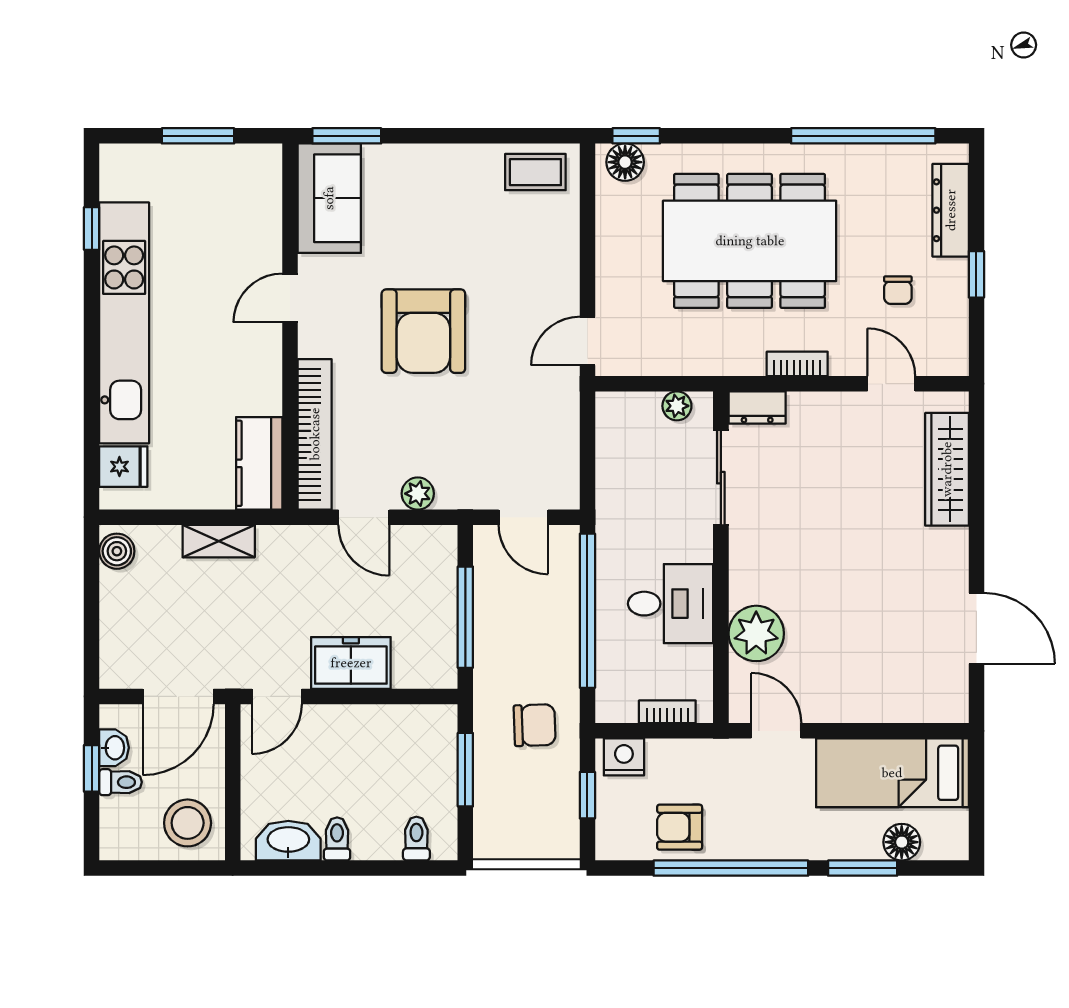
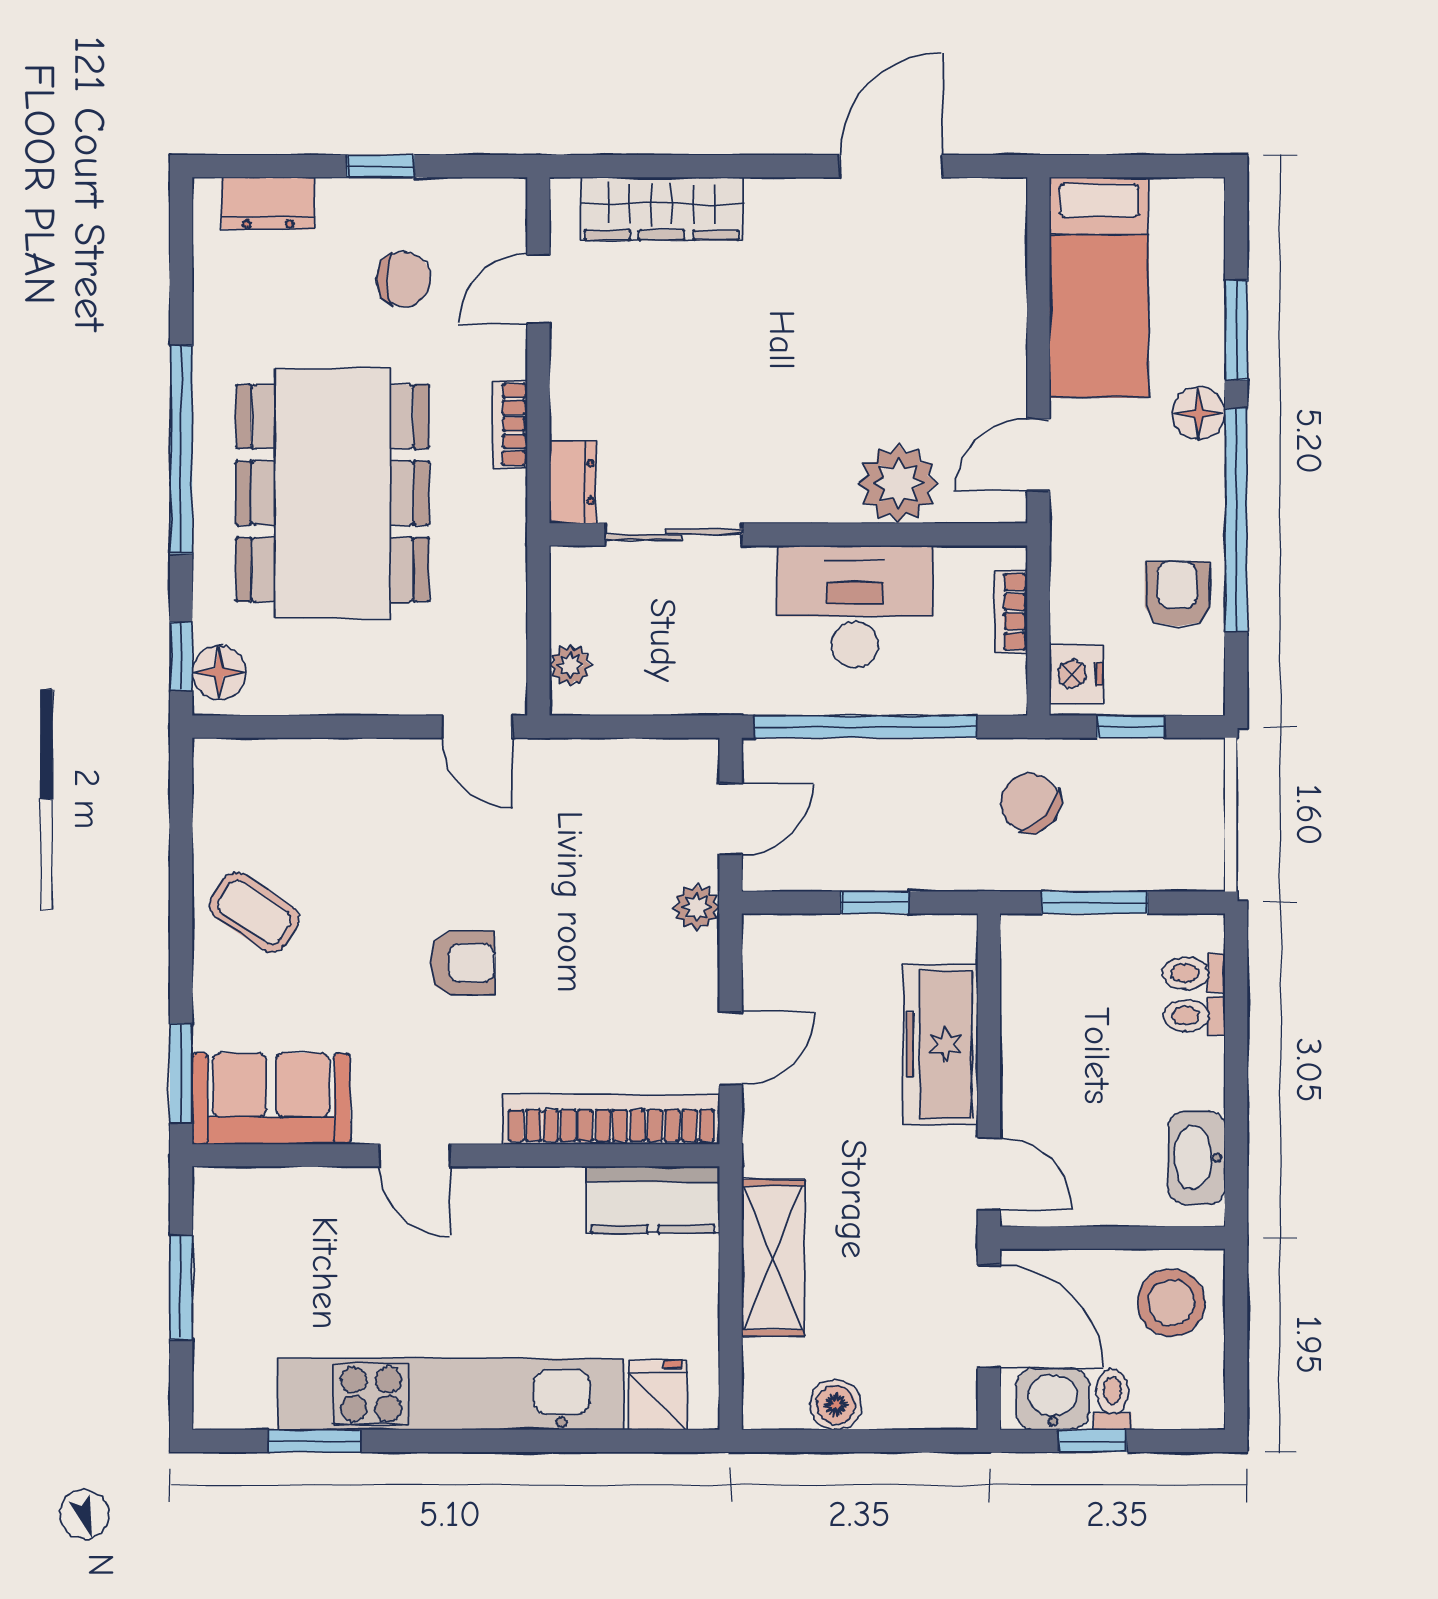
window: (863, 136) -> (181, 450), moved
coffee table: (535, 172) -> (254, 912), moved, turned -56
dresser: (951, 210) -> (268, 203), width x0.70
window: (92, 229) -> (315, 1441), width x1.50
chair: (898, 290) -> (404, 279), width x1.37, depth x1.37
armchair: (423, 331) -> (463, 963), width x0.53, depth x0.53
plant: (677, 406) -> (570, 665), moved
plant: (418, 494) -> (697, 907), moved
shelving: (219, 541) -> (773, 1258), width x1.50, depth x1.33
boiler: (117, 551) -> (836, 1405), moved
desk: (671, 604) -> (855, 607), width x1.37
window: (465, 617) -> (875, 902), width x0.46
freezer: (351, 663) -> (941, 1044), width x1.40
chair: (535, 725) -> (1030, 803), turned -47
washbasin: (114, 748) -> (1053, 1399), width x1.38, depth x1.45
armchair: (680, 827) -> (1177, 594), turned 180
toilet: (337, 839) -> (1194, 1016), moved
floor lamp: (902, 842) -> (1199, 413), moved

